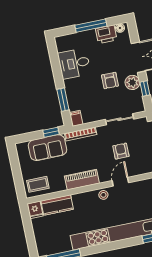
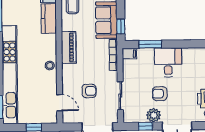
desk: (74, 63) -> (168, 62), moved
door: (120, 182) -> (60, 103), moved

